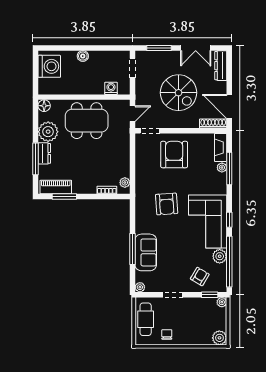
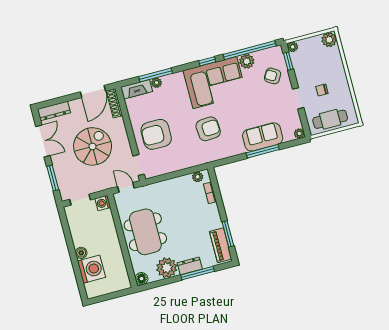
washing machine: (49, 66) -> (92, 269), moved, turned 90
washing machine: (111, 88) -> (103, 203), moved
chair: (167, 334) -> (322, 90), moved

